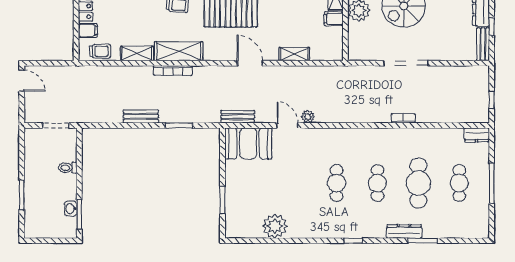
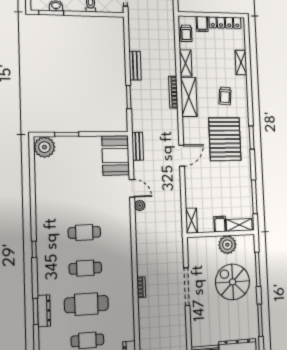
shelving: (294, 54) -> (191, 221), moved
door: (287, 125) -> (132, 188), hinge flipped
plant: (275, 226) -> (44, 147), moved
dresser: (404, 231) -> (44, 311), moved

